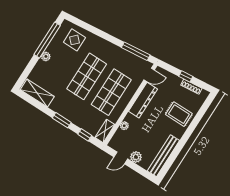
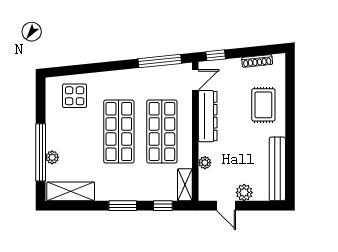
window: (47, 40) -> (41, 152), moved
plant: (46, 56) -> (52, 157), moved
window: (186, 76) -> (216, 55), moved
rug: (179, 114) -> (263, 105), turned 90
door: (121, 158) -> (226, 206), hinge flipped

